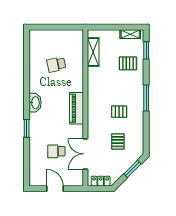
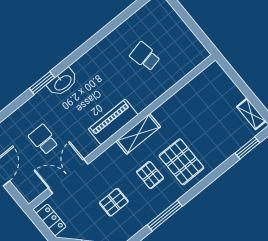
shelving: (93, 52) -> (138, 134), moved
pallet: (128, 63) -> (181, 162), moved, width x1.50, depth x1.42
window: (146, 98) -> (165, 216), moved
washbasin: (35, 103) -> (63, 82), moved

